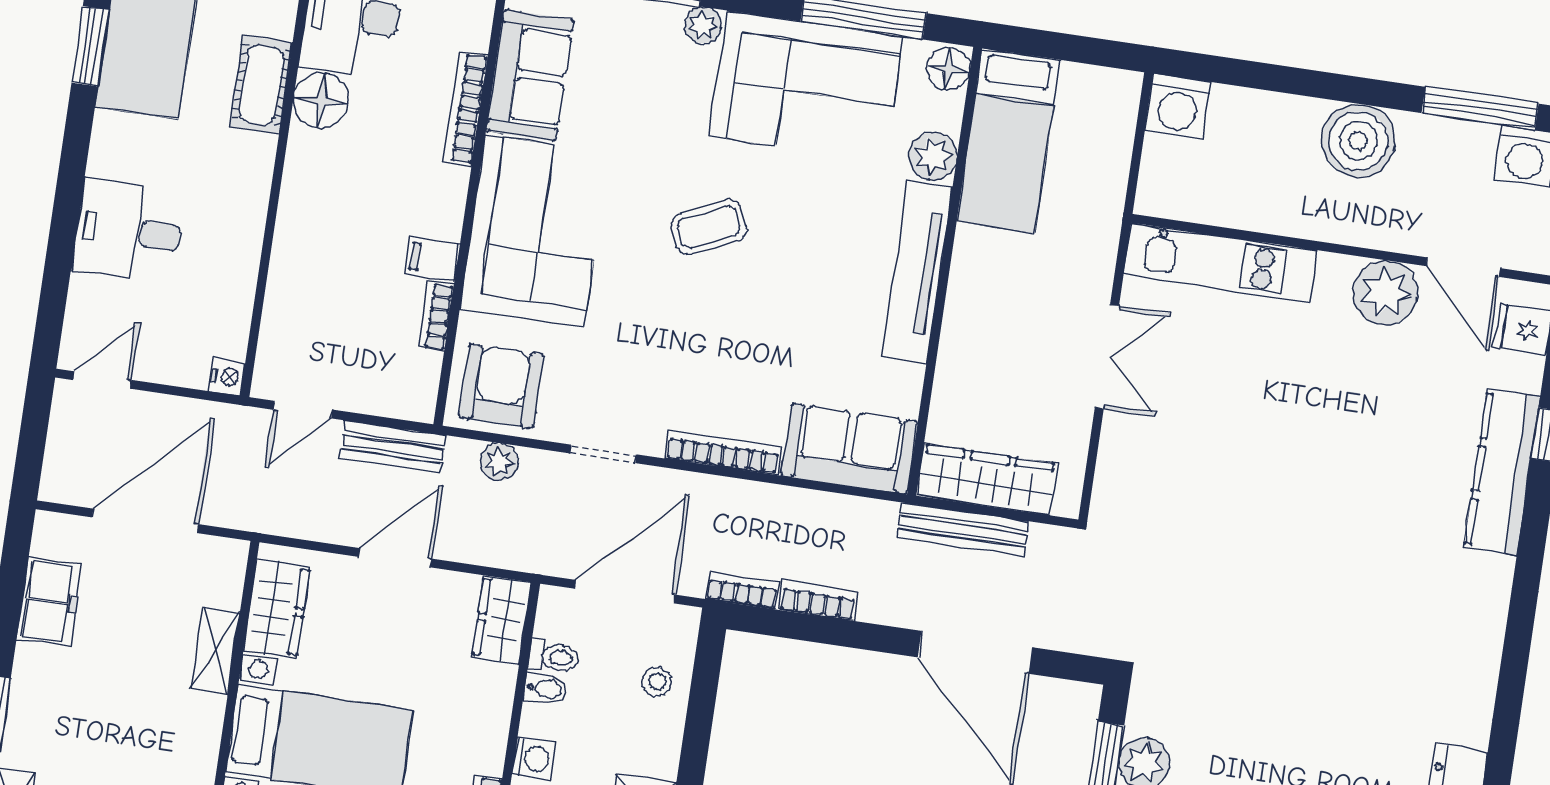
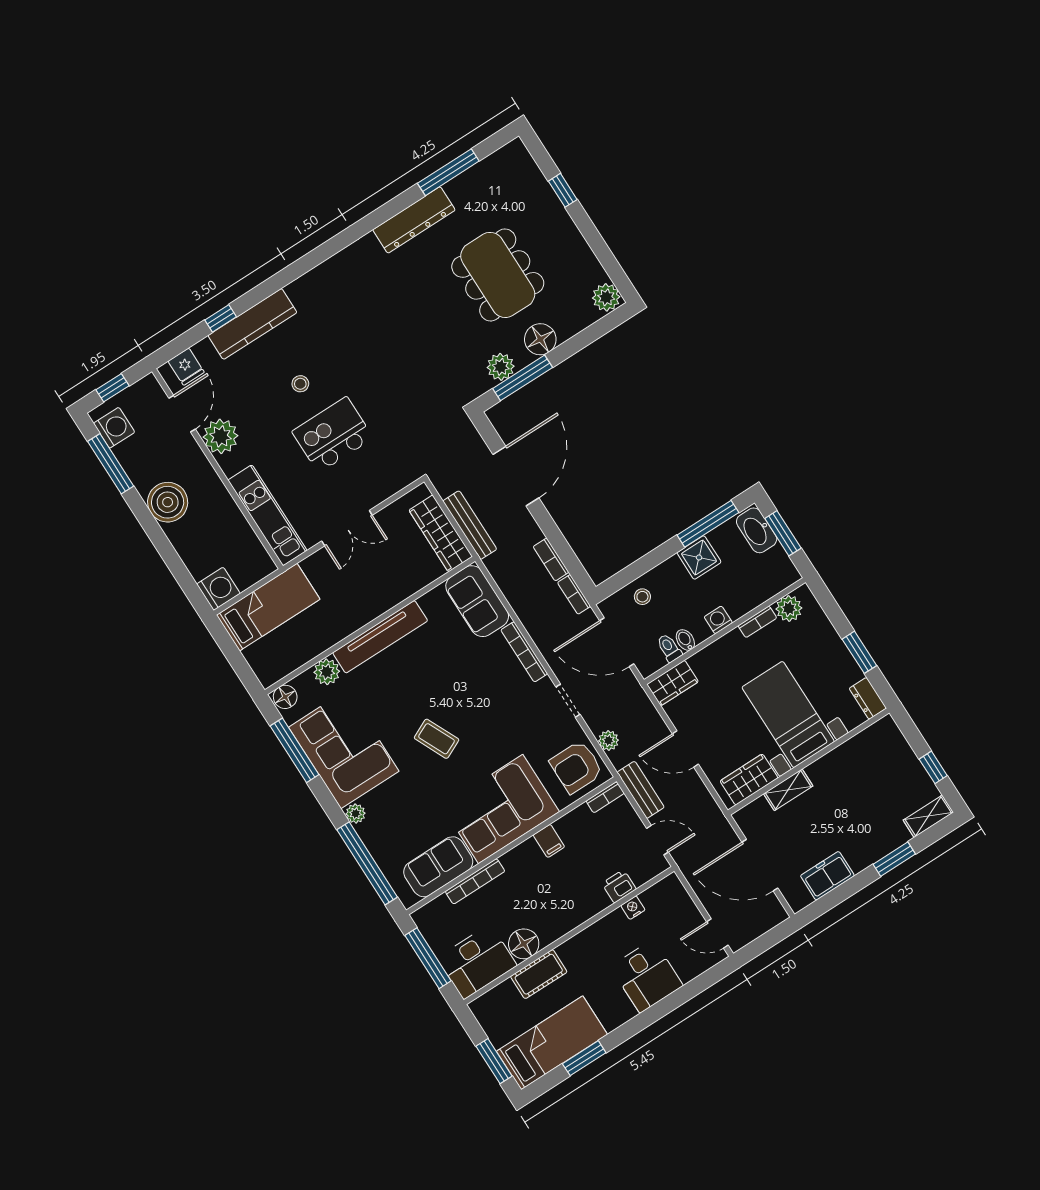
bed: (1008, 141) -> (268, 607), moved
printer: (286, 301) -> (619, 886), added
bookcase: (436, 316) -> (605, 797), moved
double door: (1107, 357) -> (347, 528), swing flipped
nightstand: (227, 377) -> (633, 908), moved
kitchen island: (1253, 449) -> (333, 435), added
stool: (1362, 466) -> (300, 384), added

